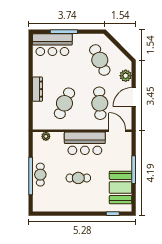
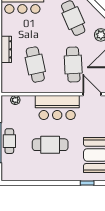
cafe table: (64, 103) -> (35, 65), turned -36
cafe table: (78, 178) -> (50, 145), width x1.37, depth x1.35

